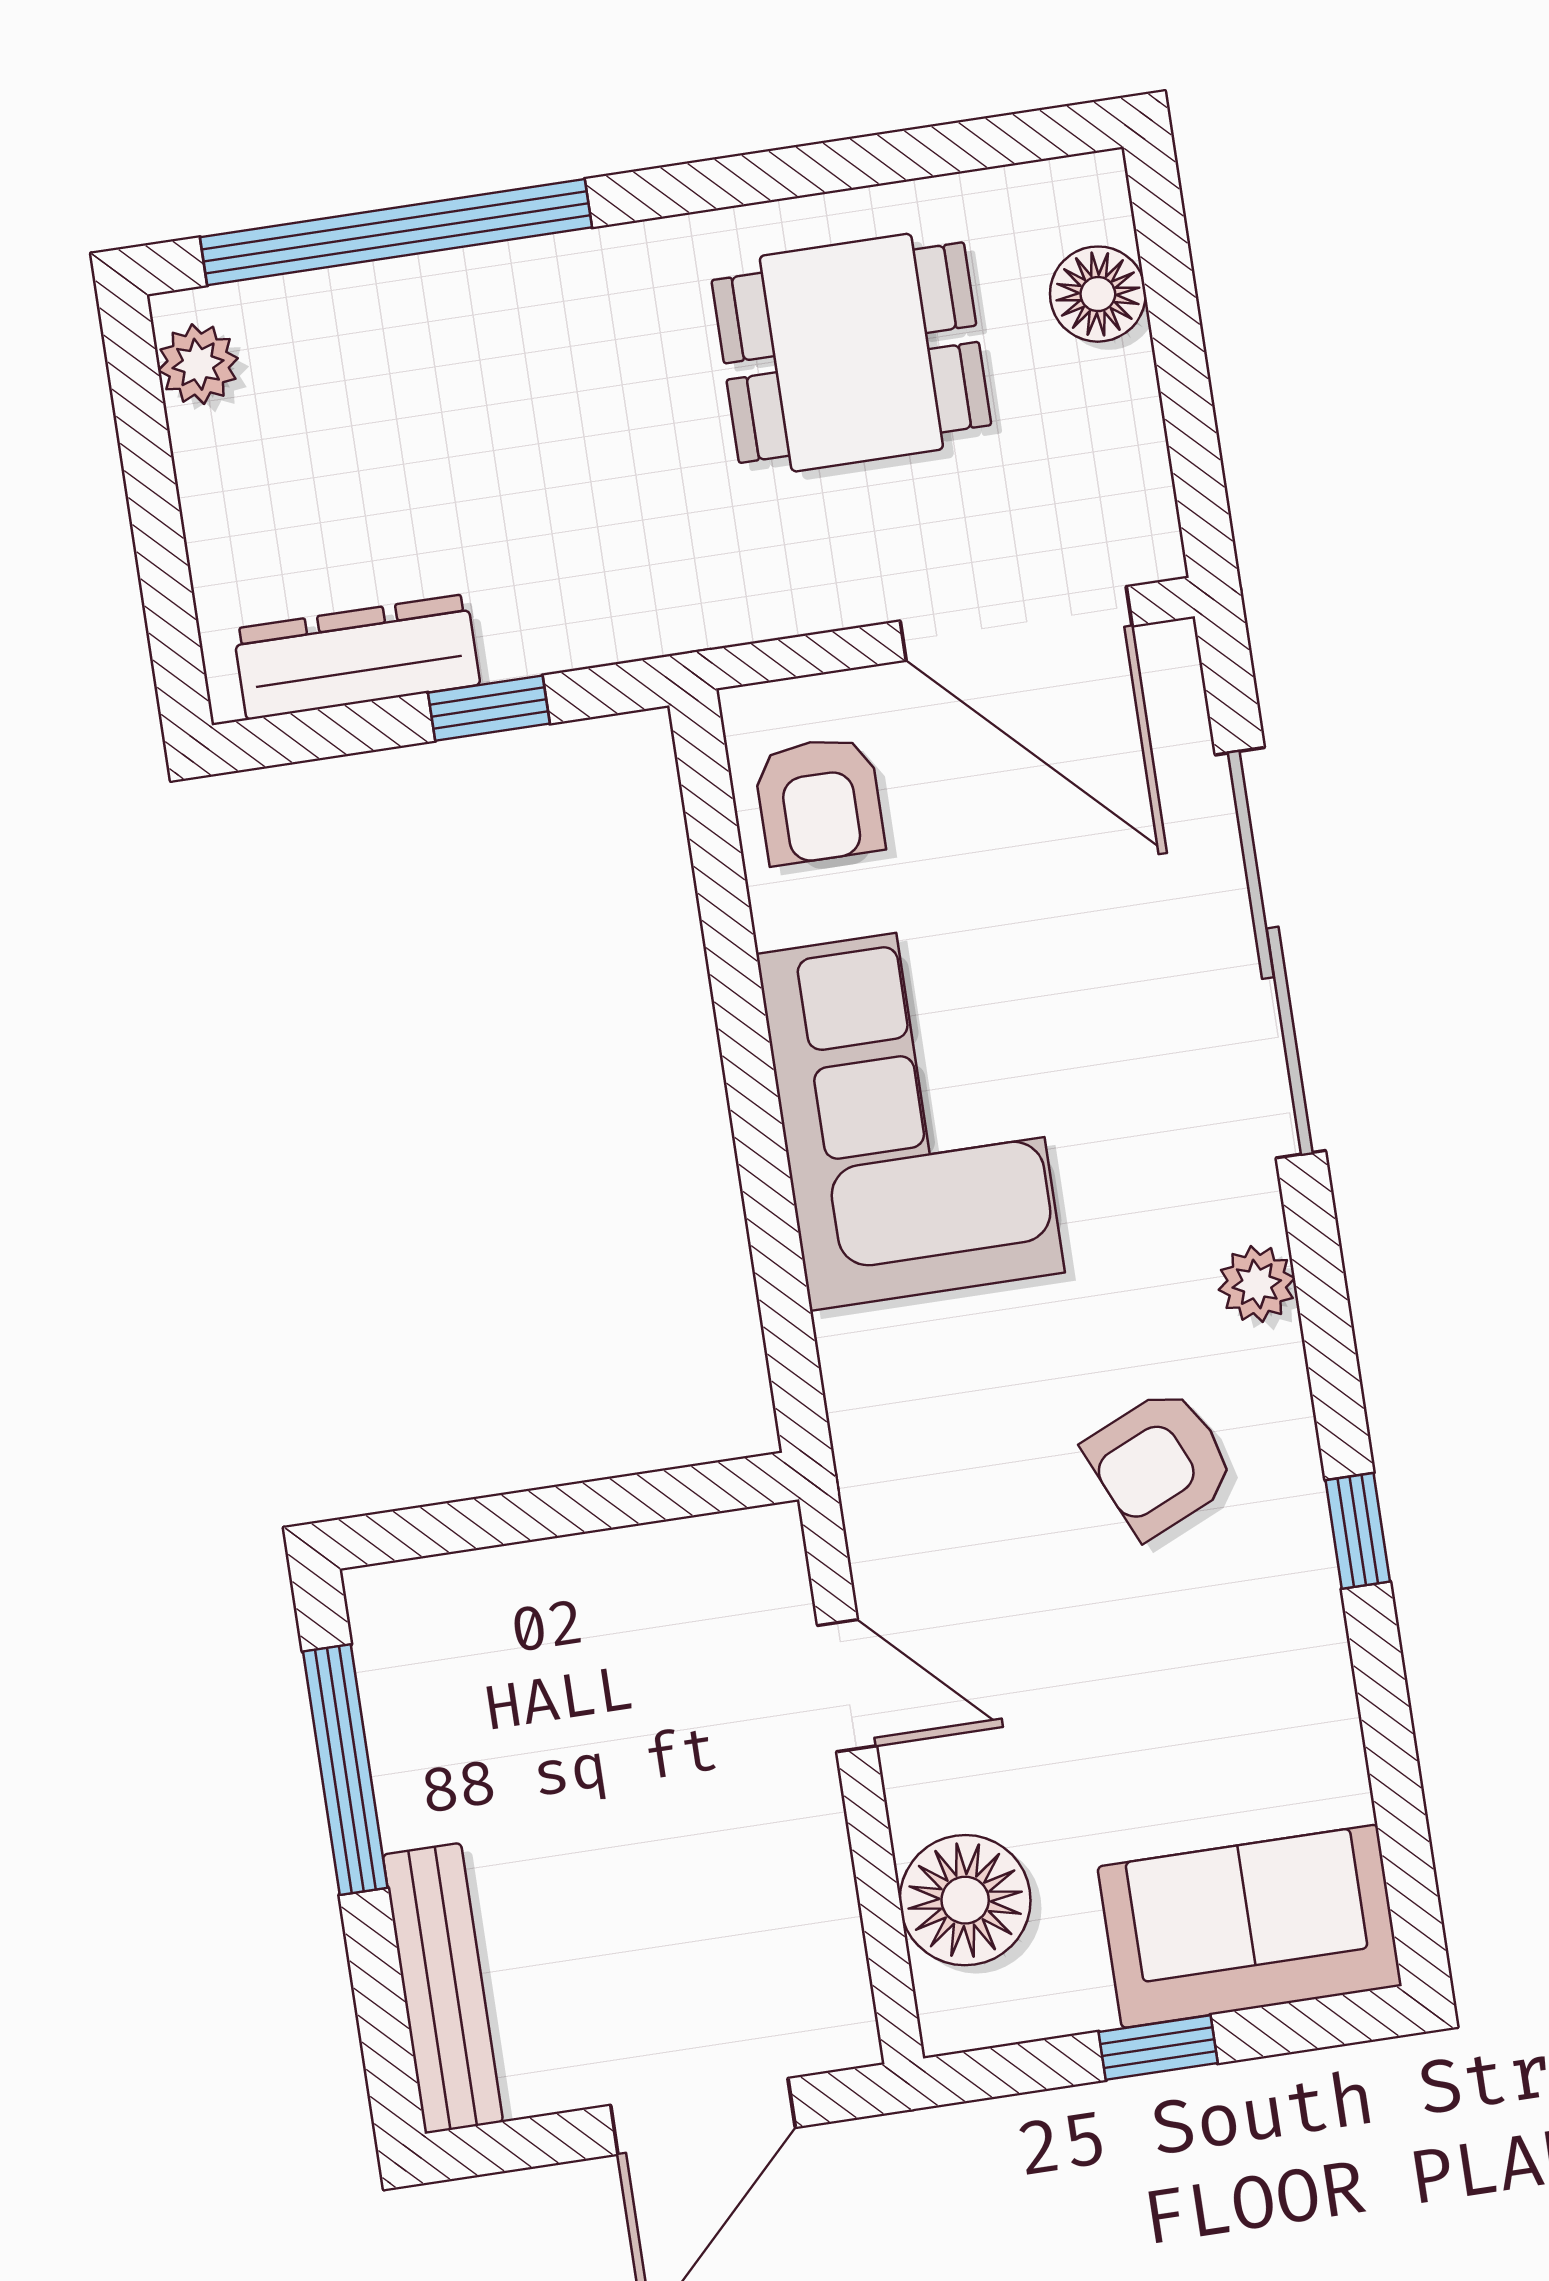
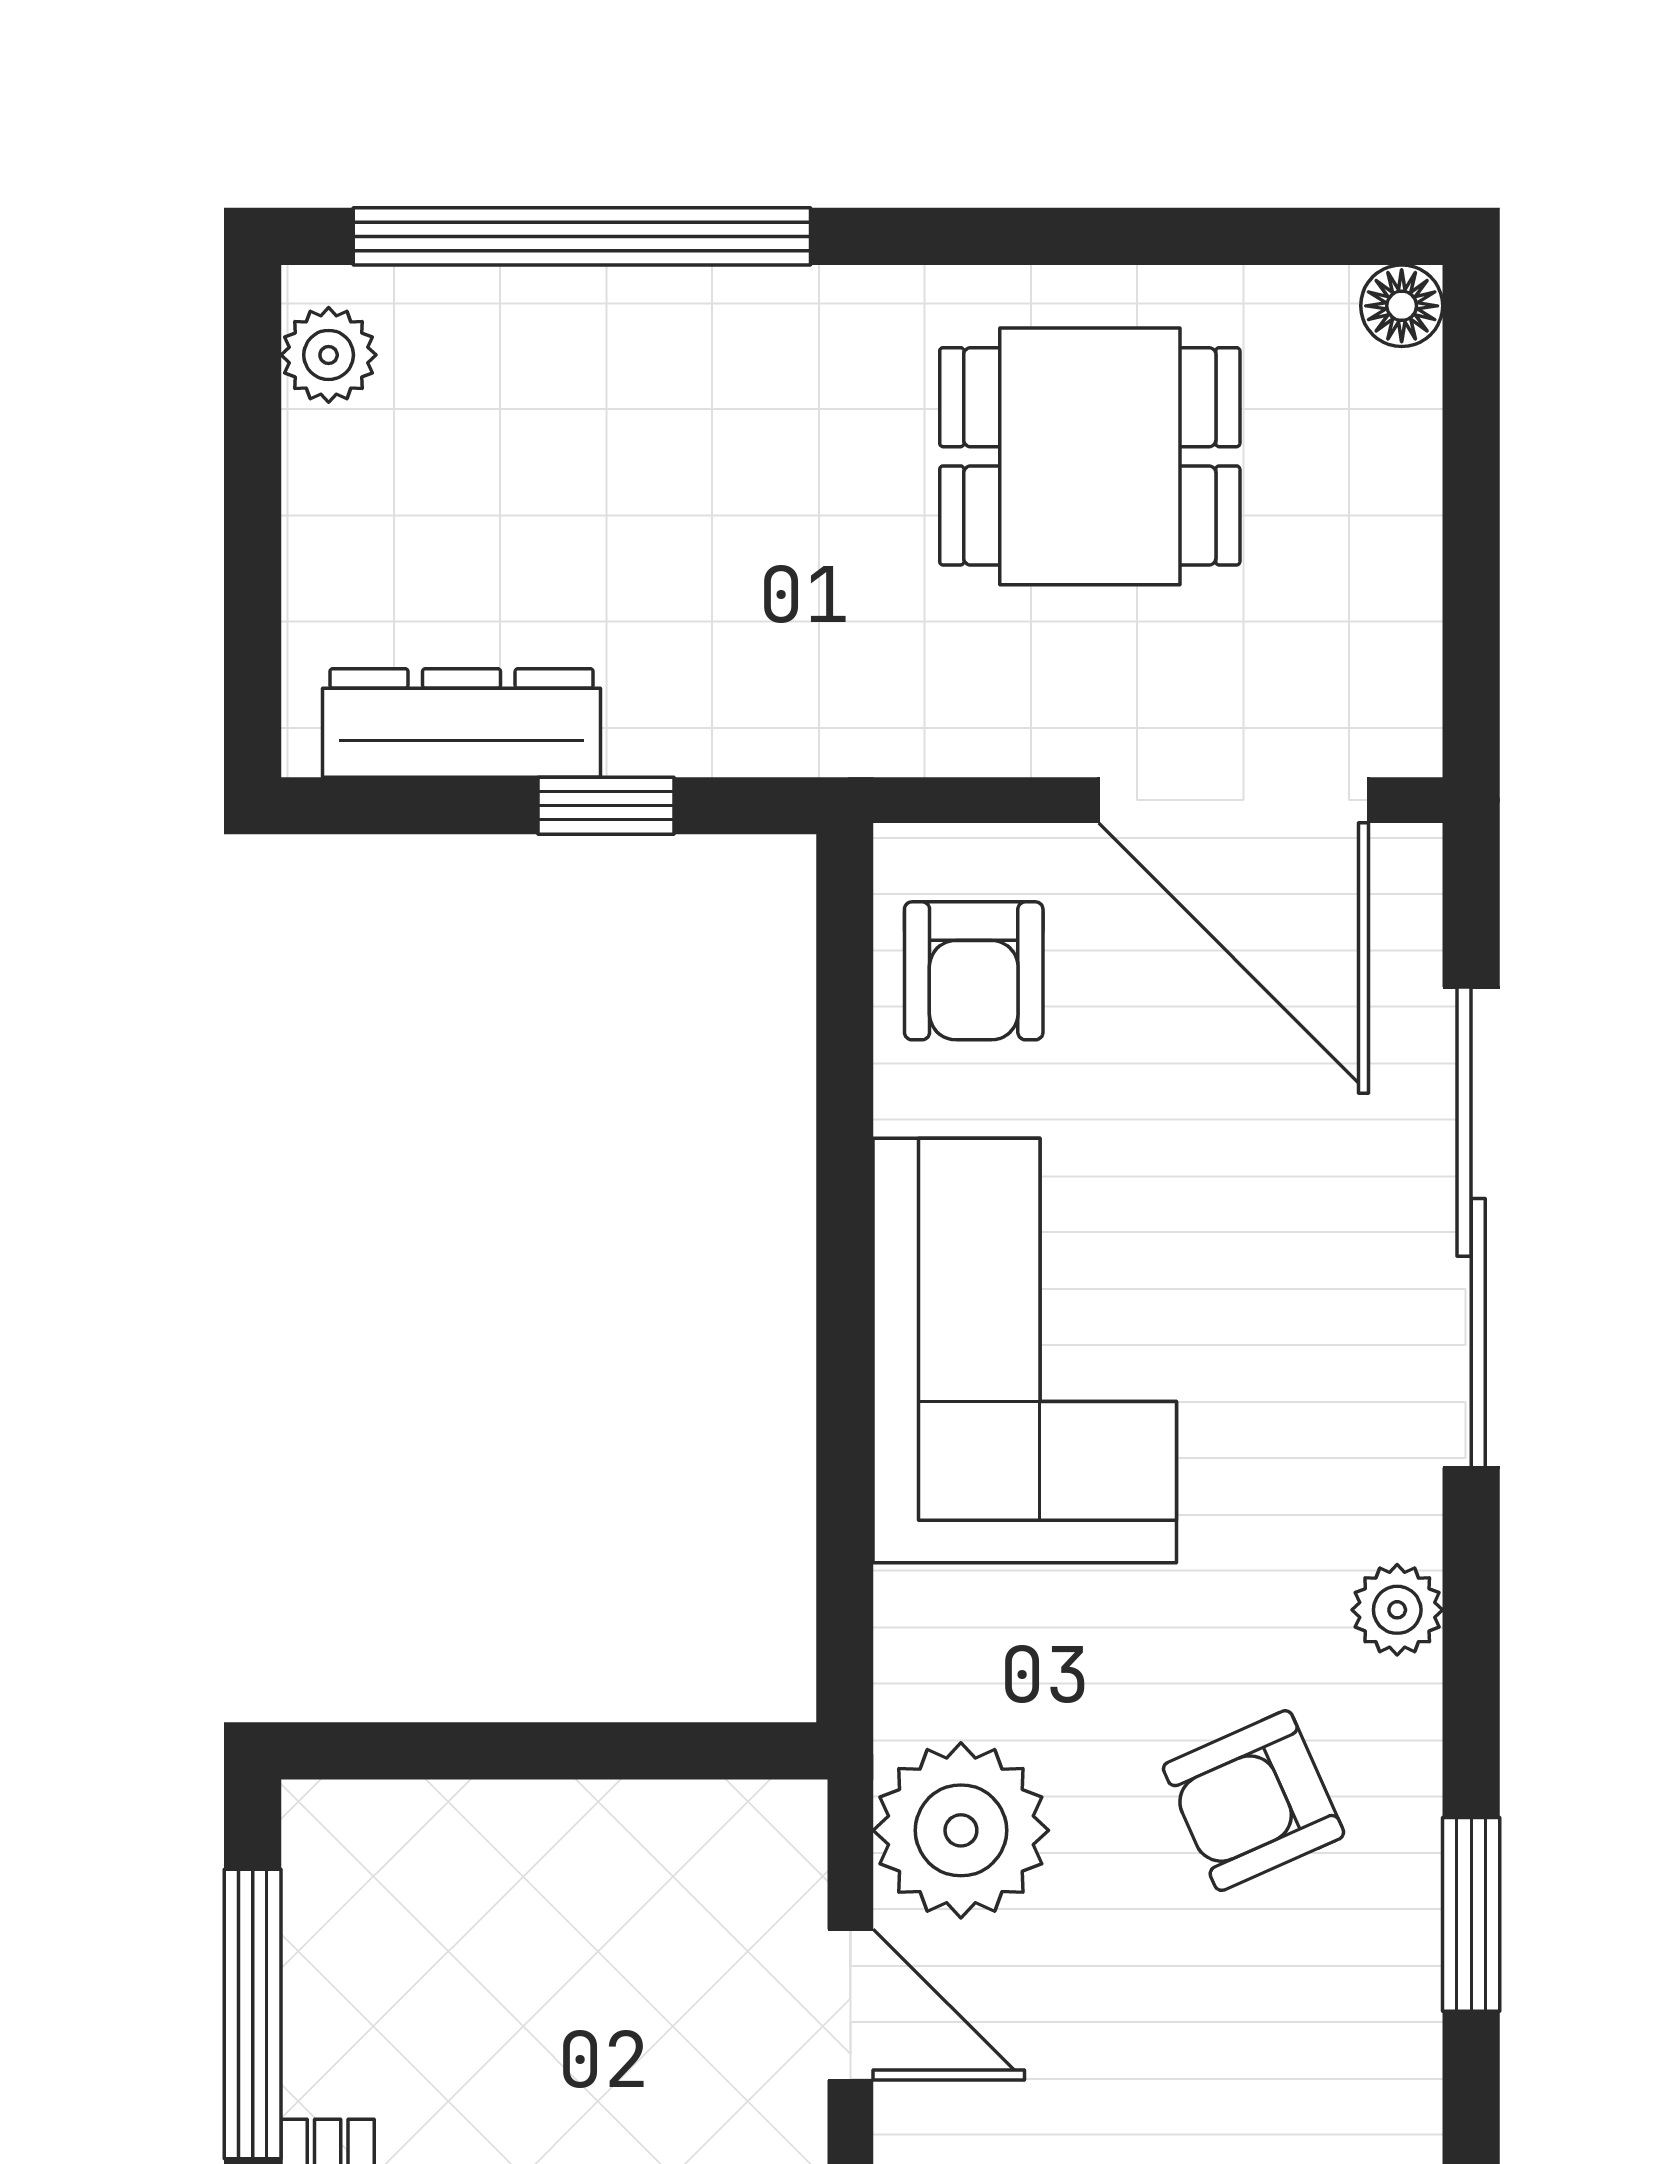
floor lamp: (1098, 294) -> (1402, 306), moved, width x0.73, depth x0.73
plant: (918, 1525) -> (961, 1830), added
window: (1358, 1531) -> (1471, 1914), width x1.50

